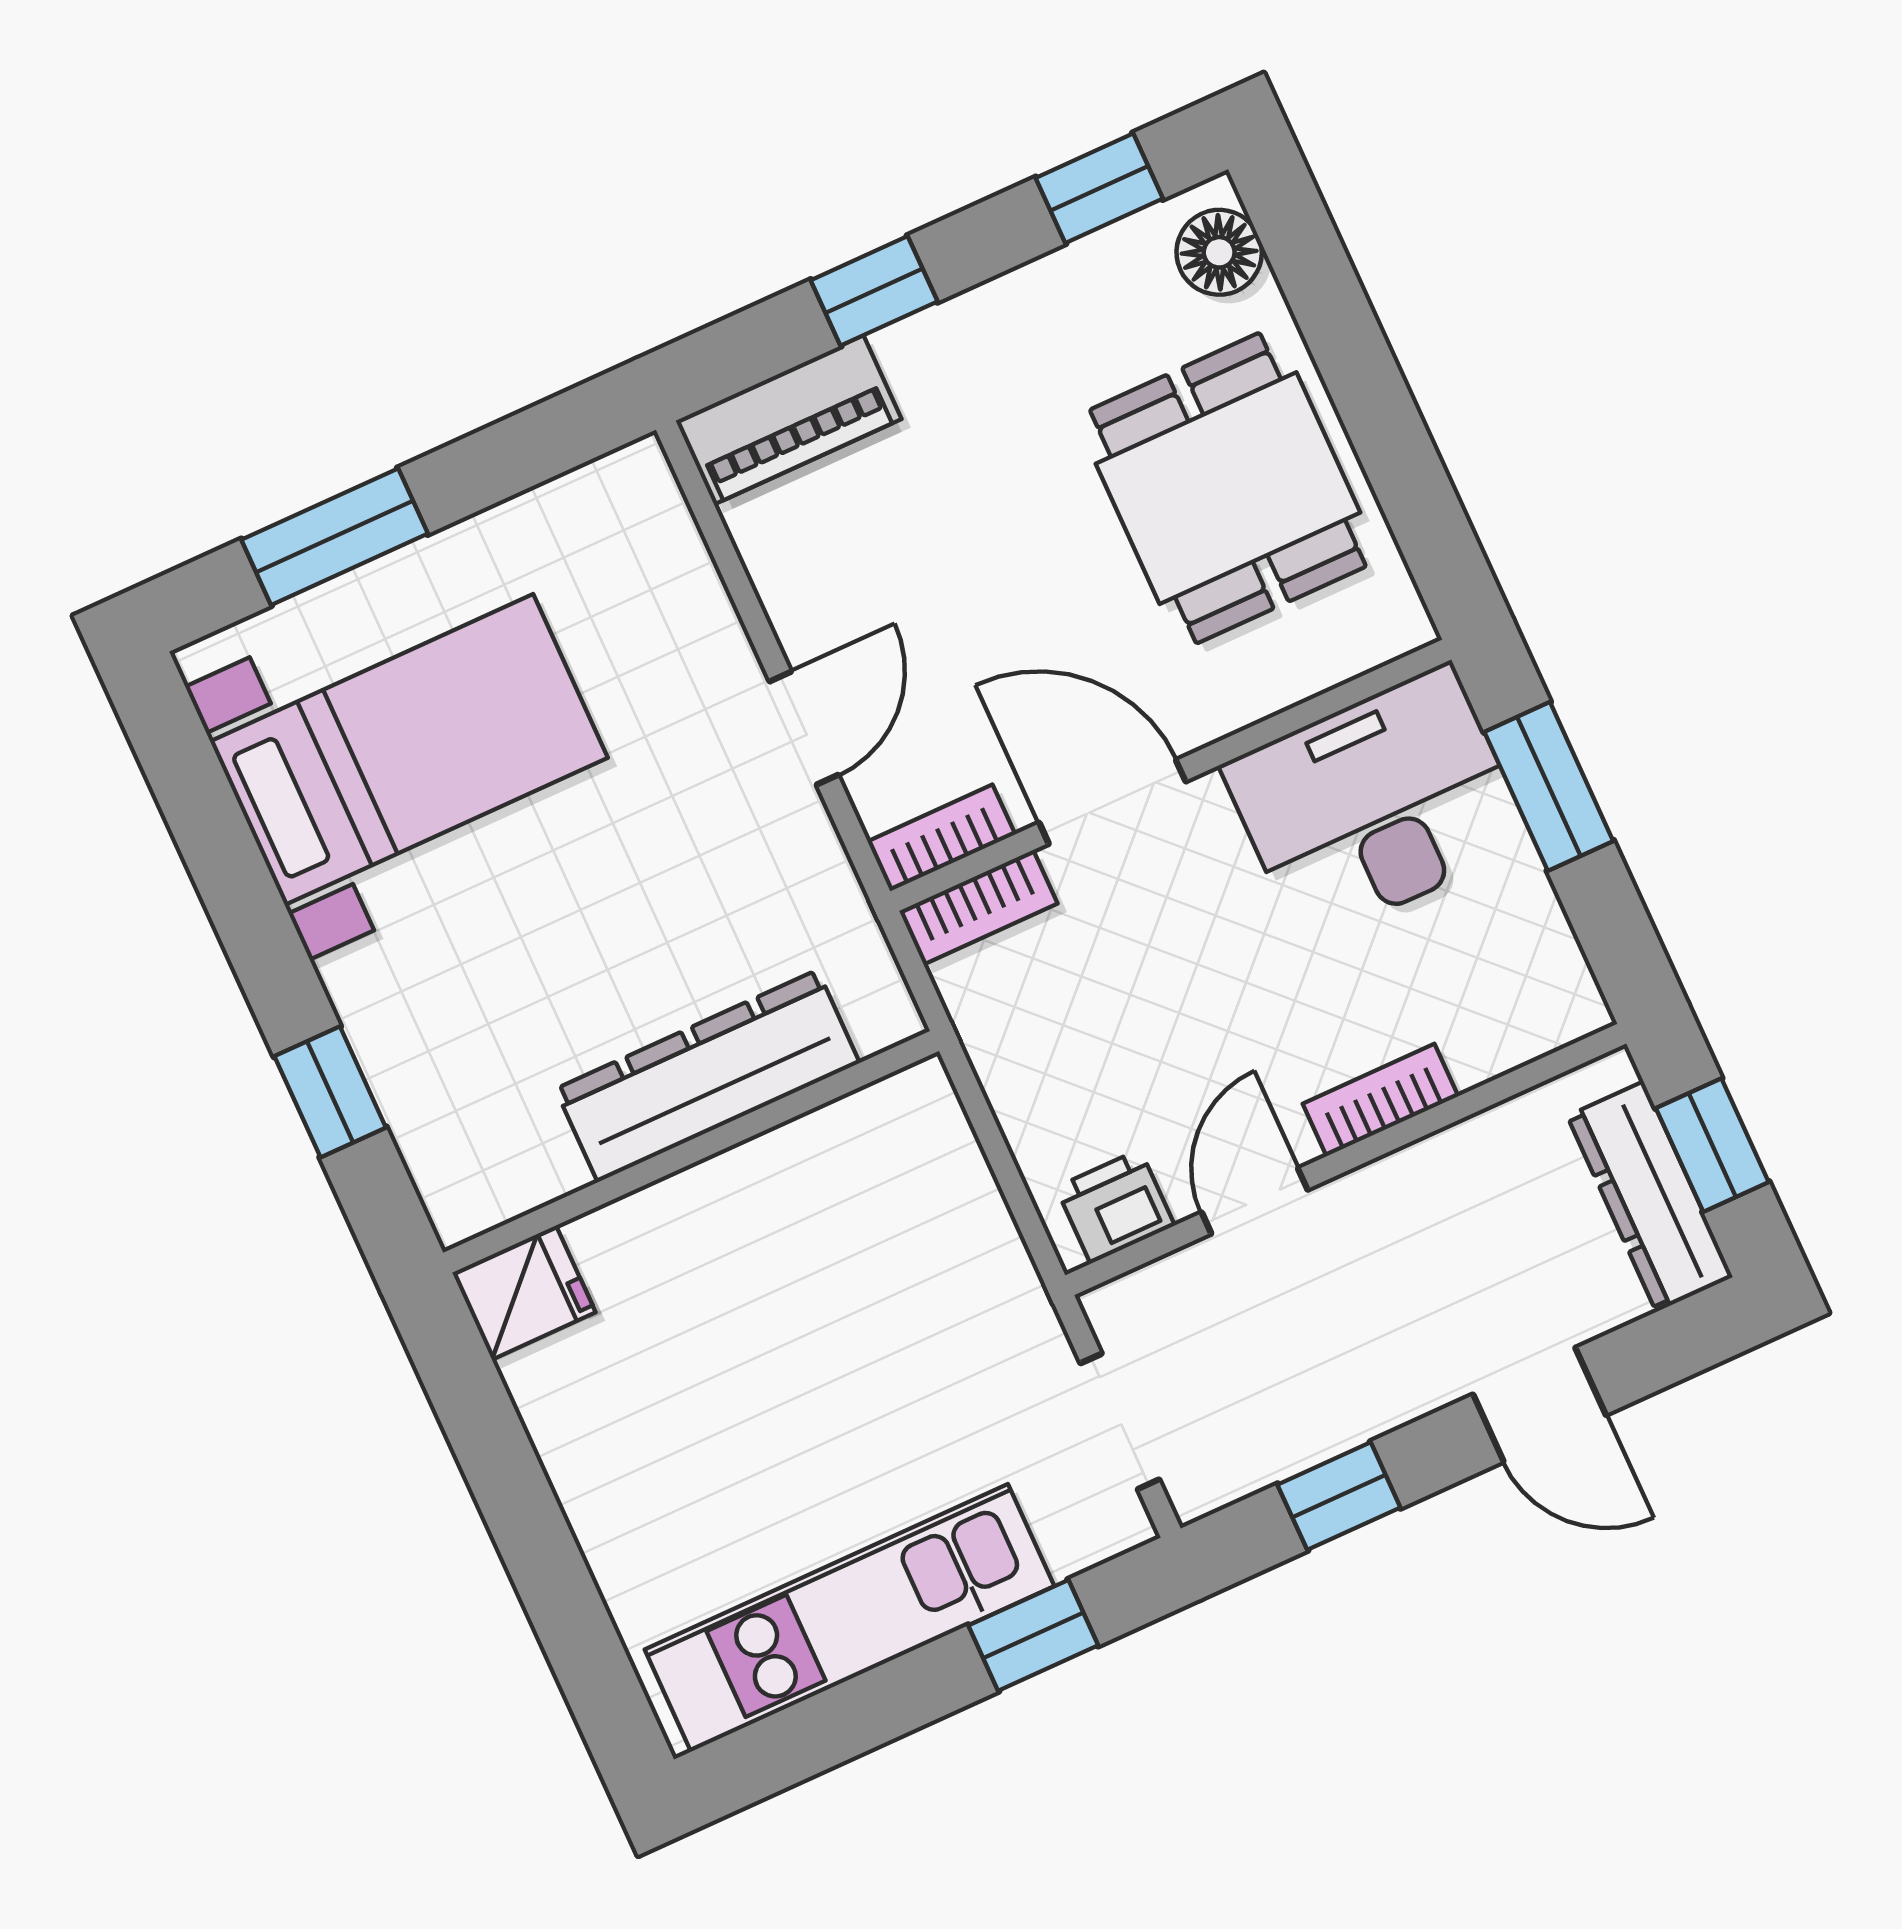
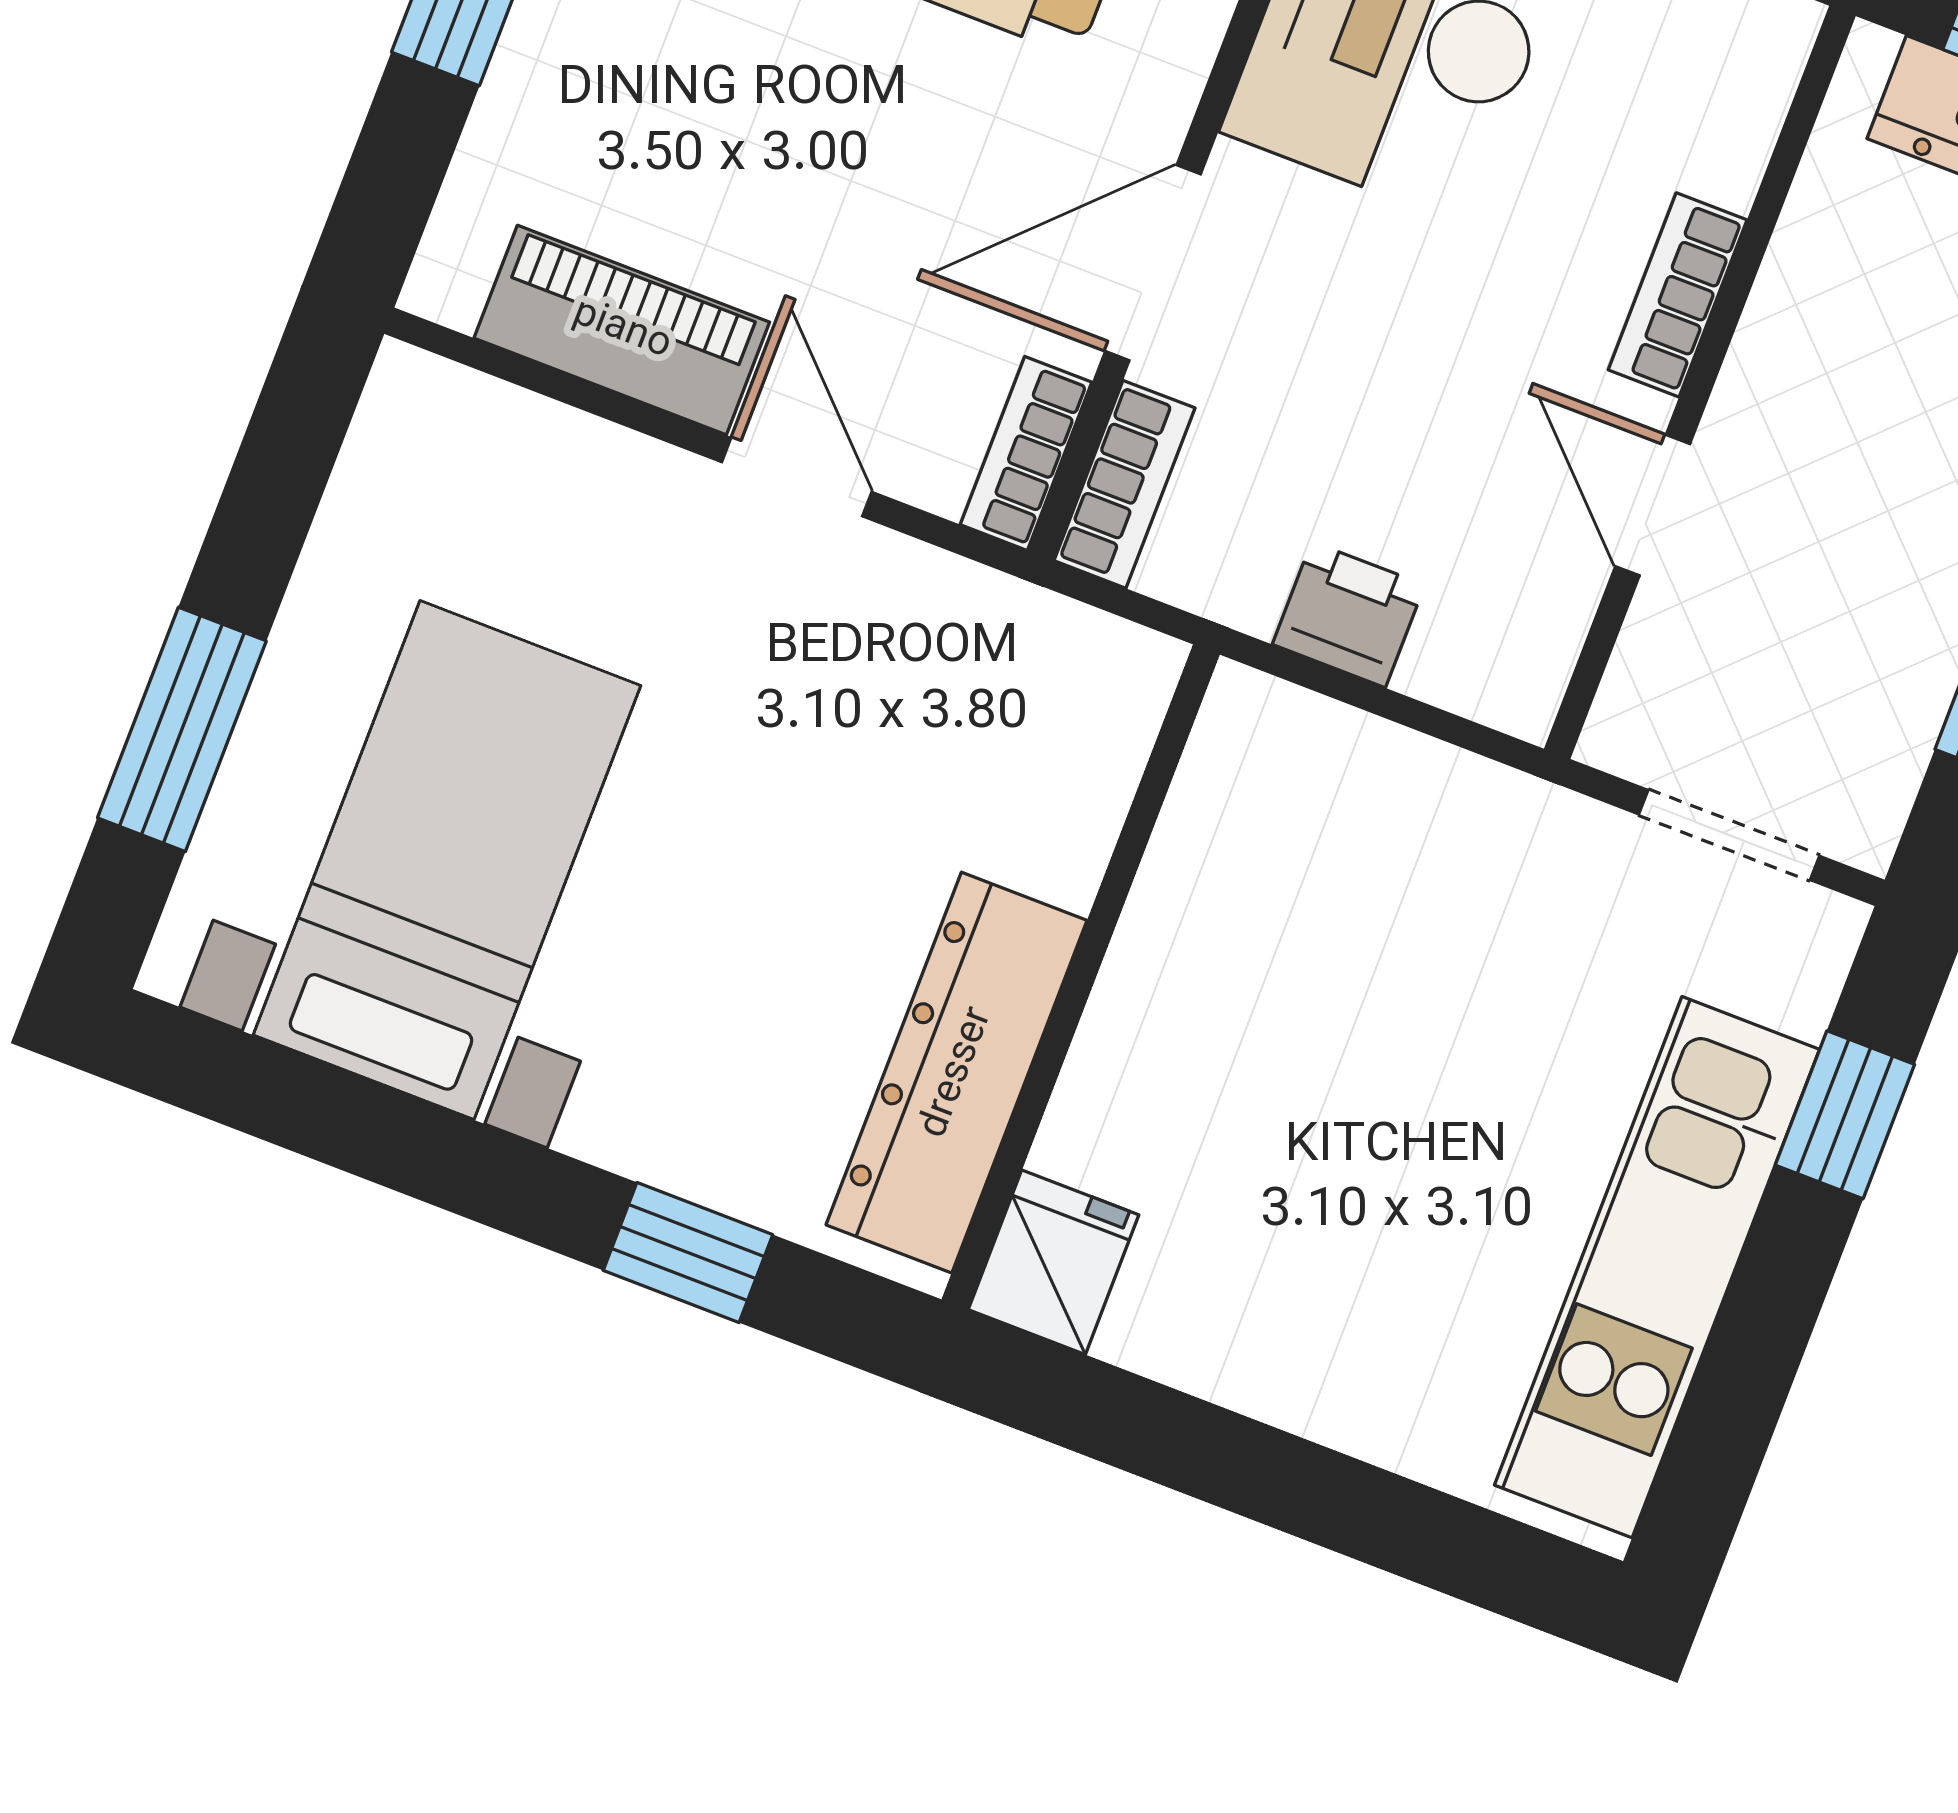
piano: (789, 420) -> (622, 330), moved, turned -90
dresser: (708, 1076) -> (957, 1073), moved
printer: (1115, 1206) -> (1349, 615), moved, turned 90

